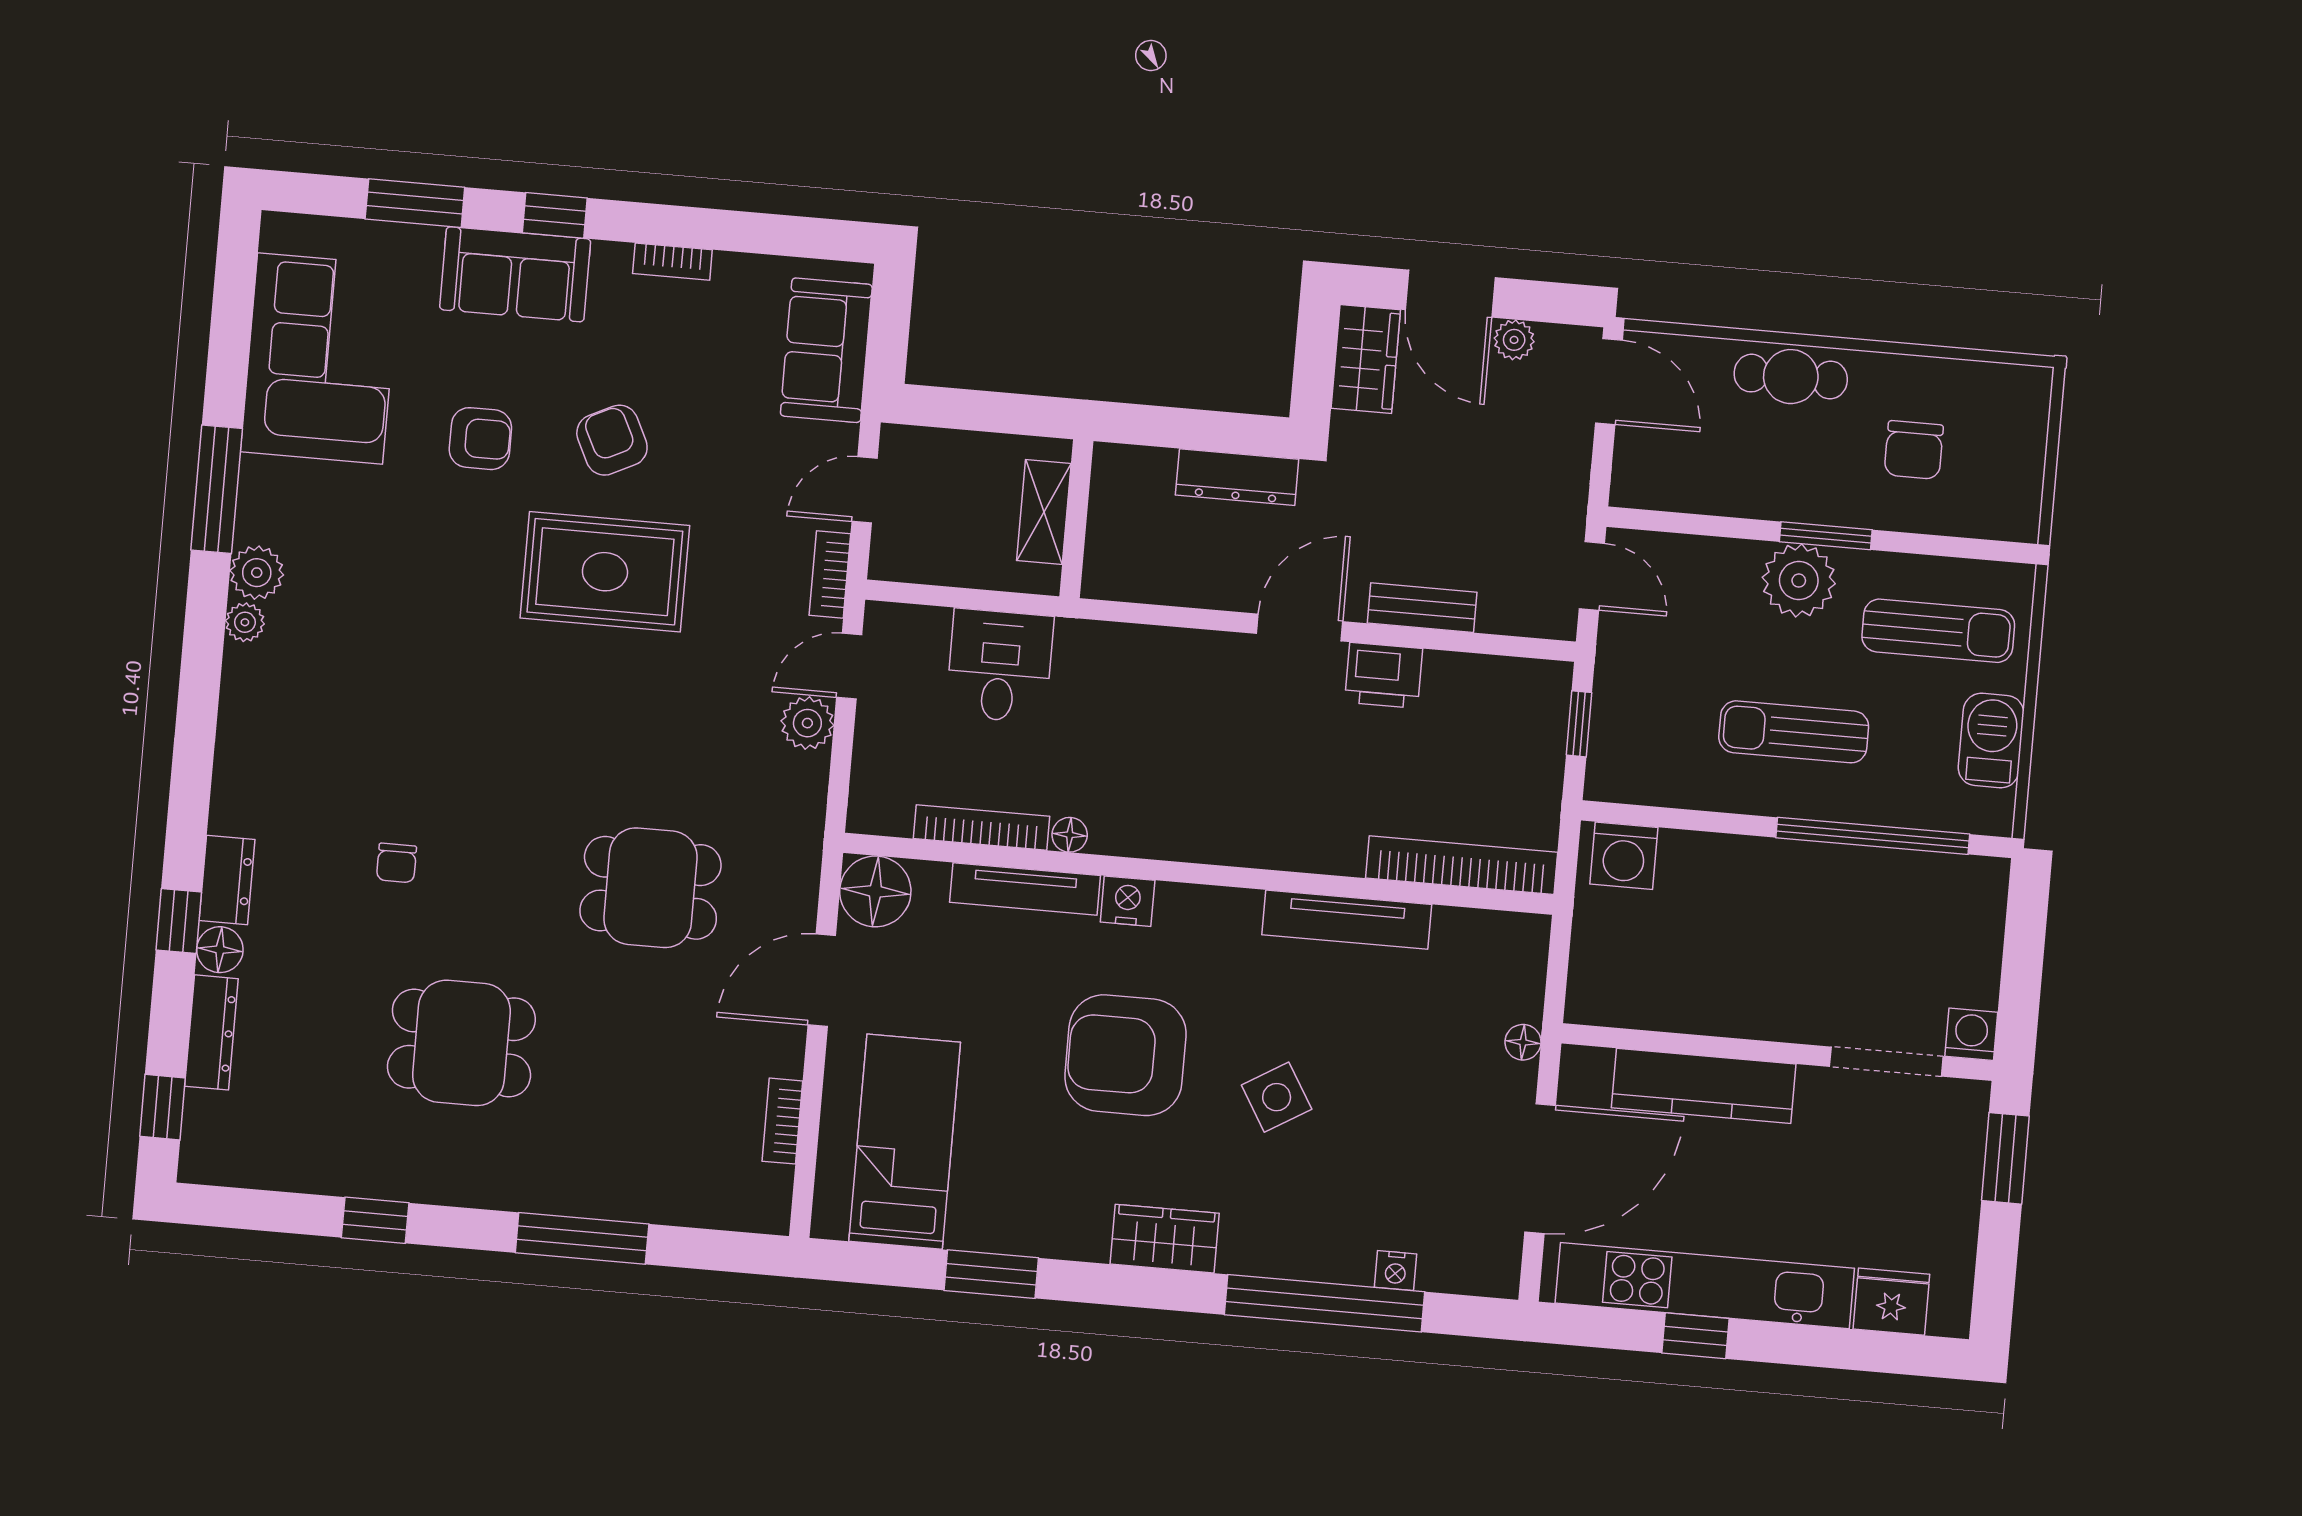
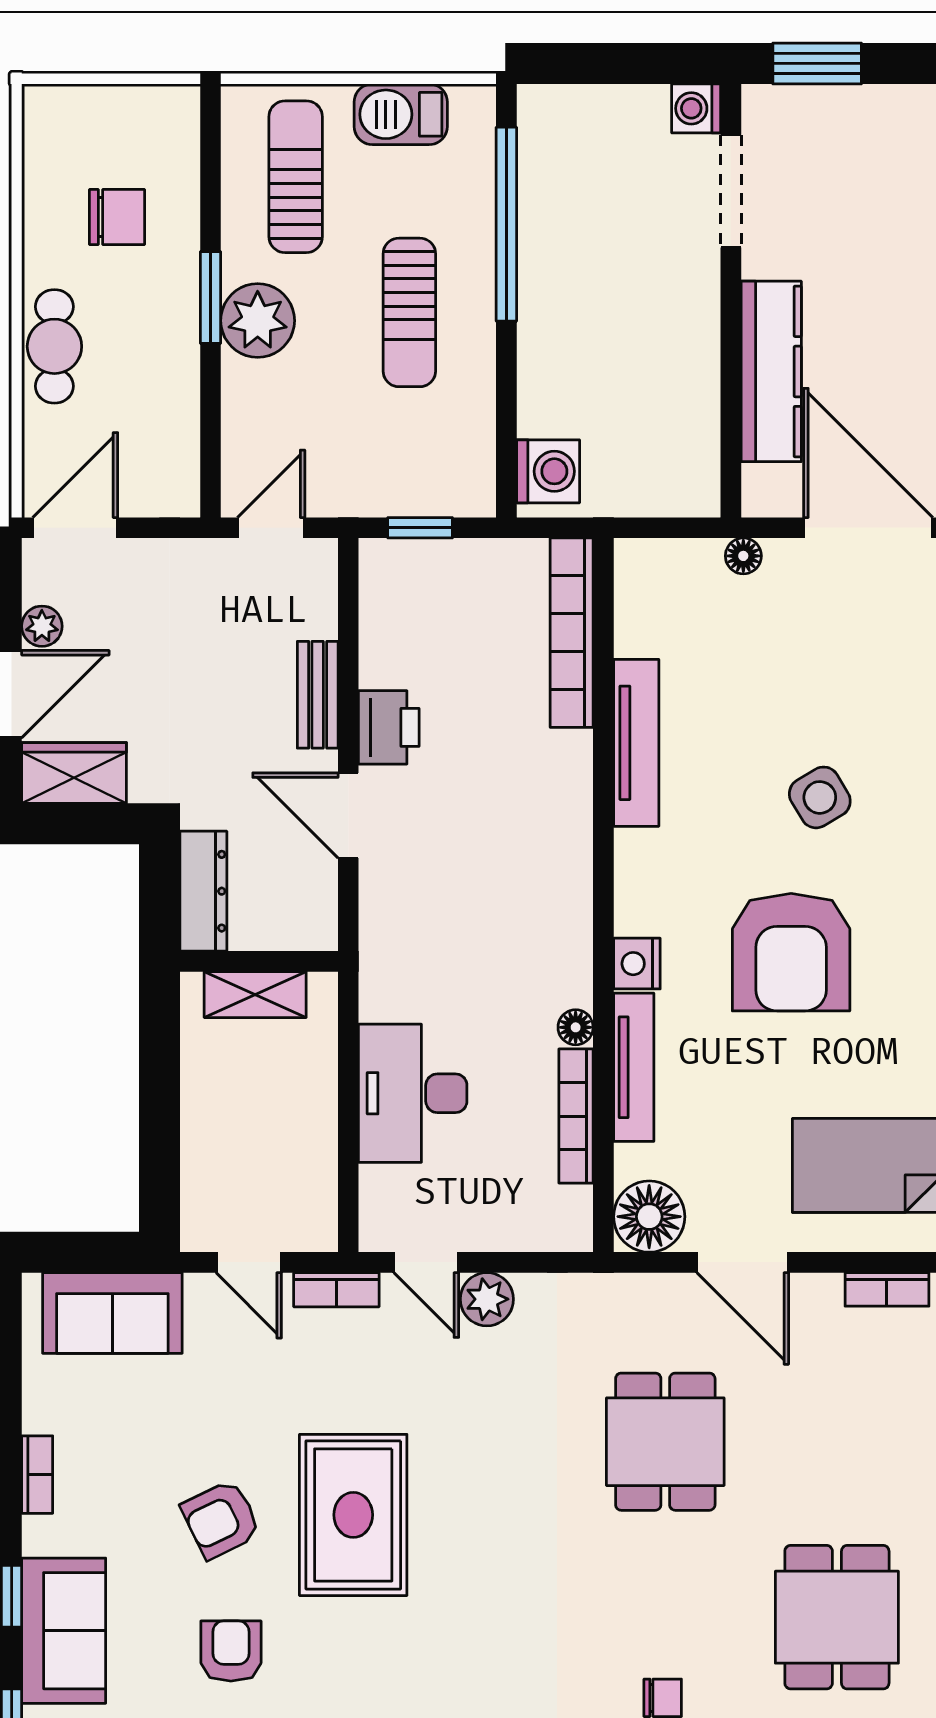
shelving: (1044, 512) -> (255, 995), moved
wall: (1076, 519) -> (259, 961), moved
desk: (1000, 666) -> (413, 1093), width x1.37

